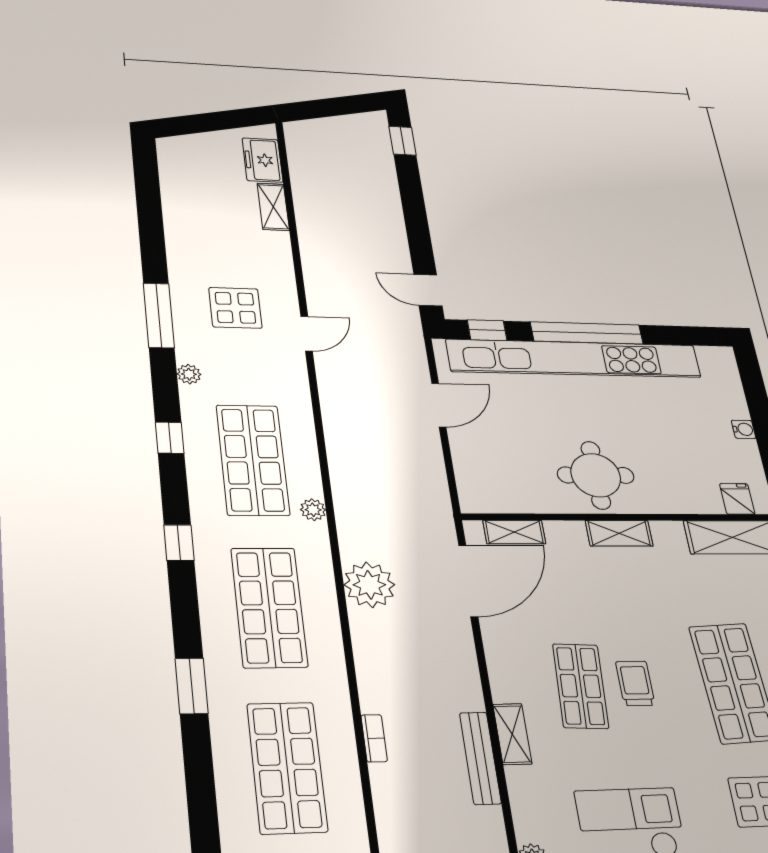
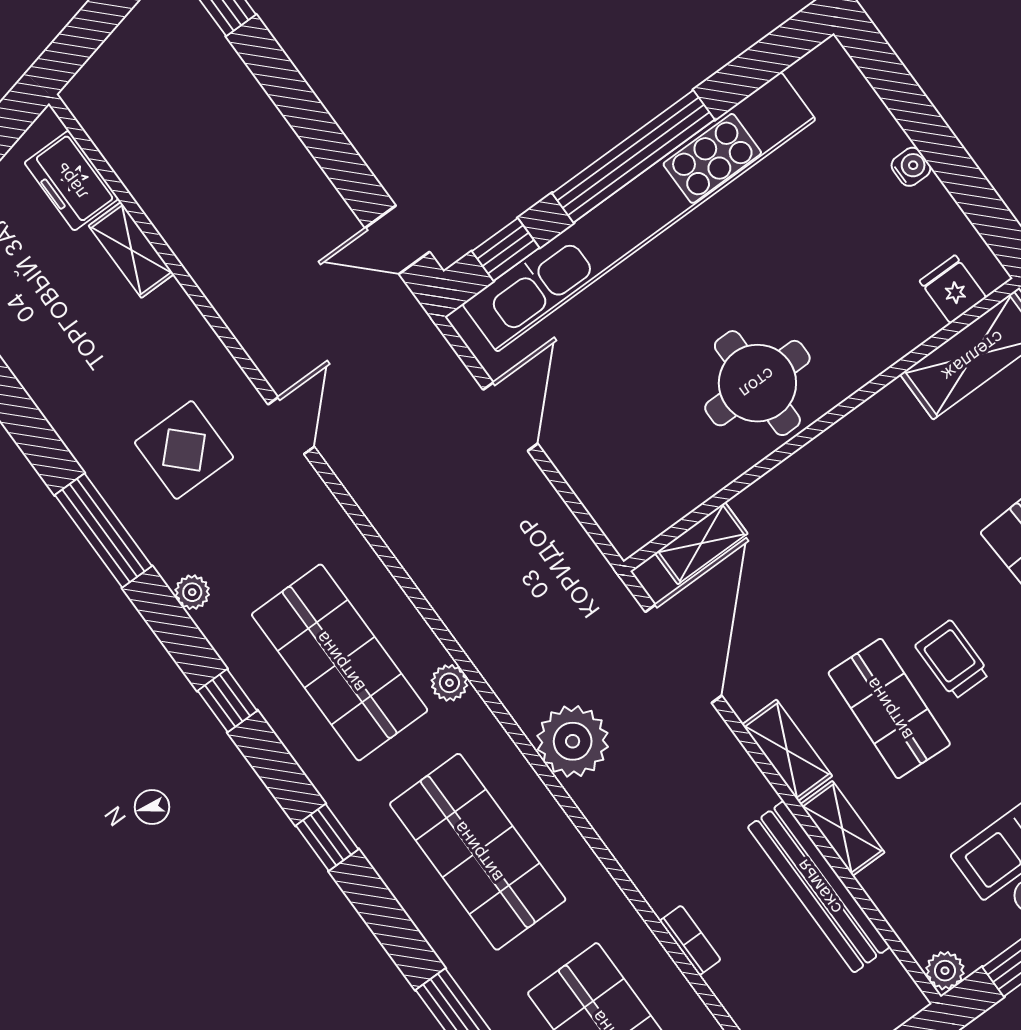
shelving: (619, 533) -> (787, 750), moved, turned 90
bench: (480, 758) -> (819, 887), width x1.37, depth x1.21

